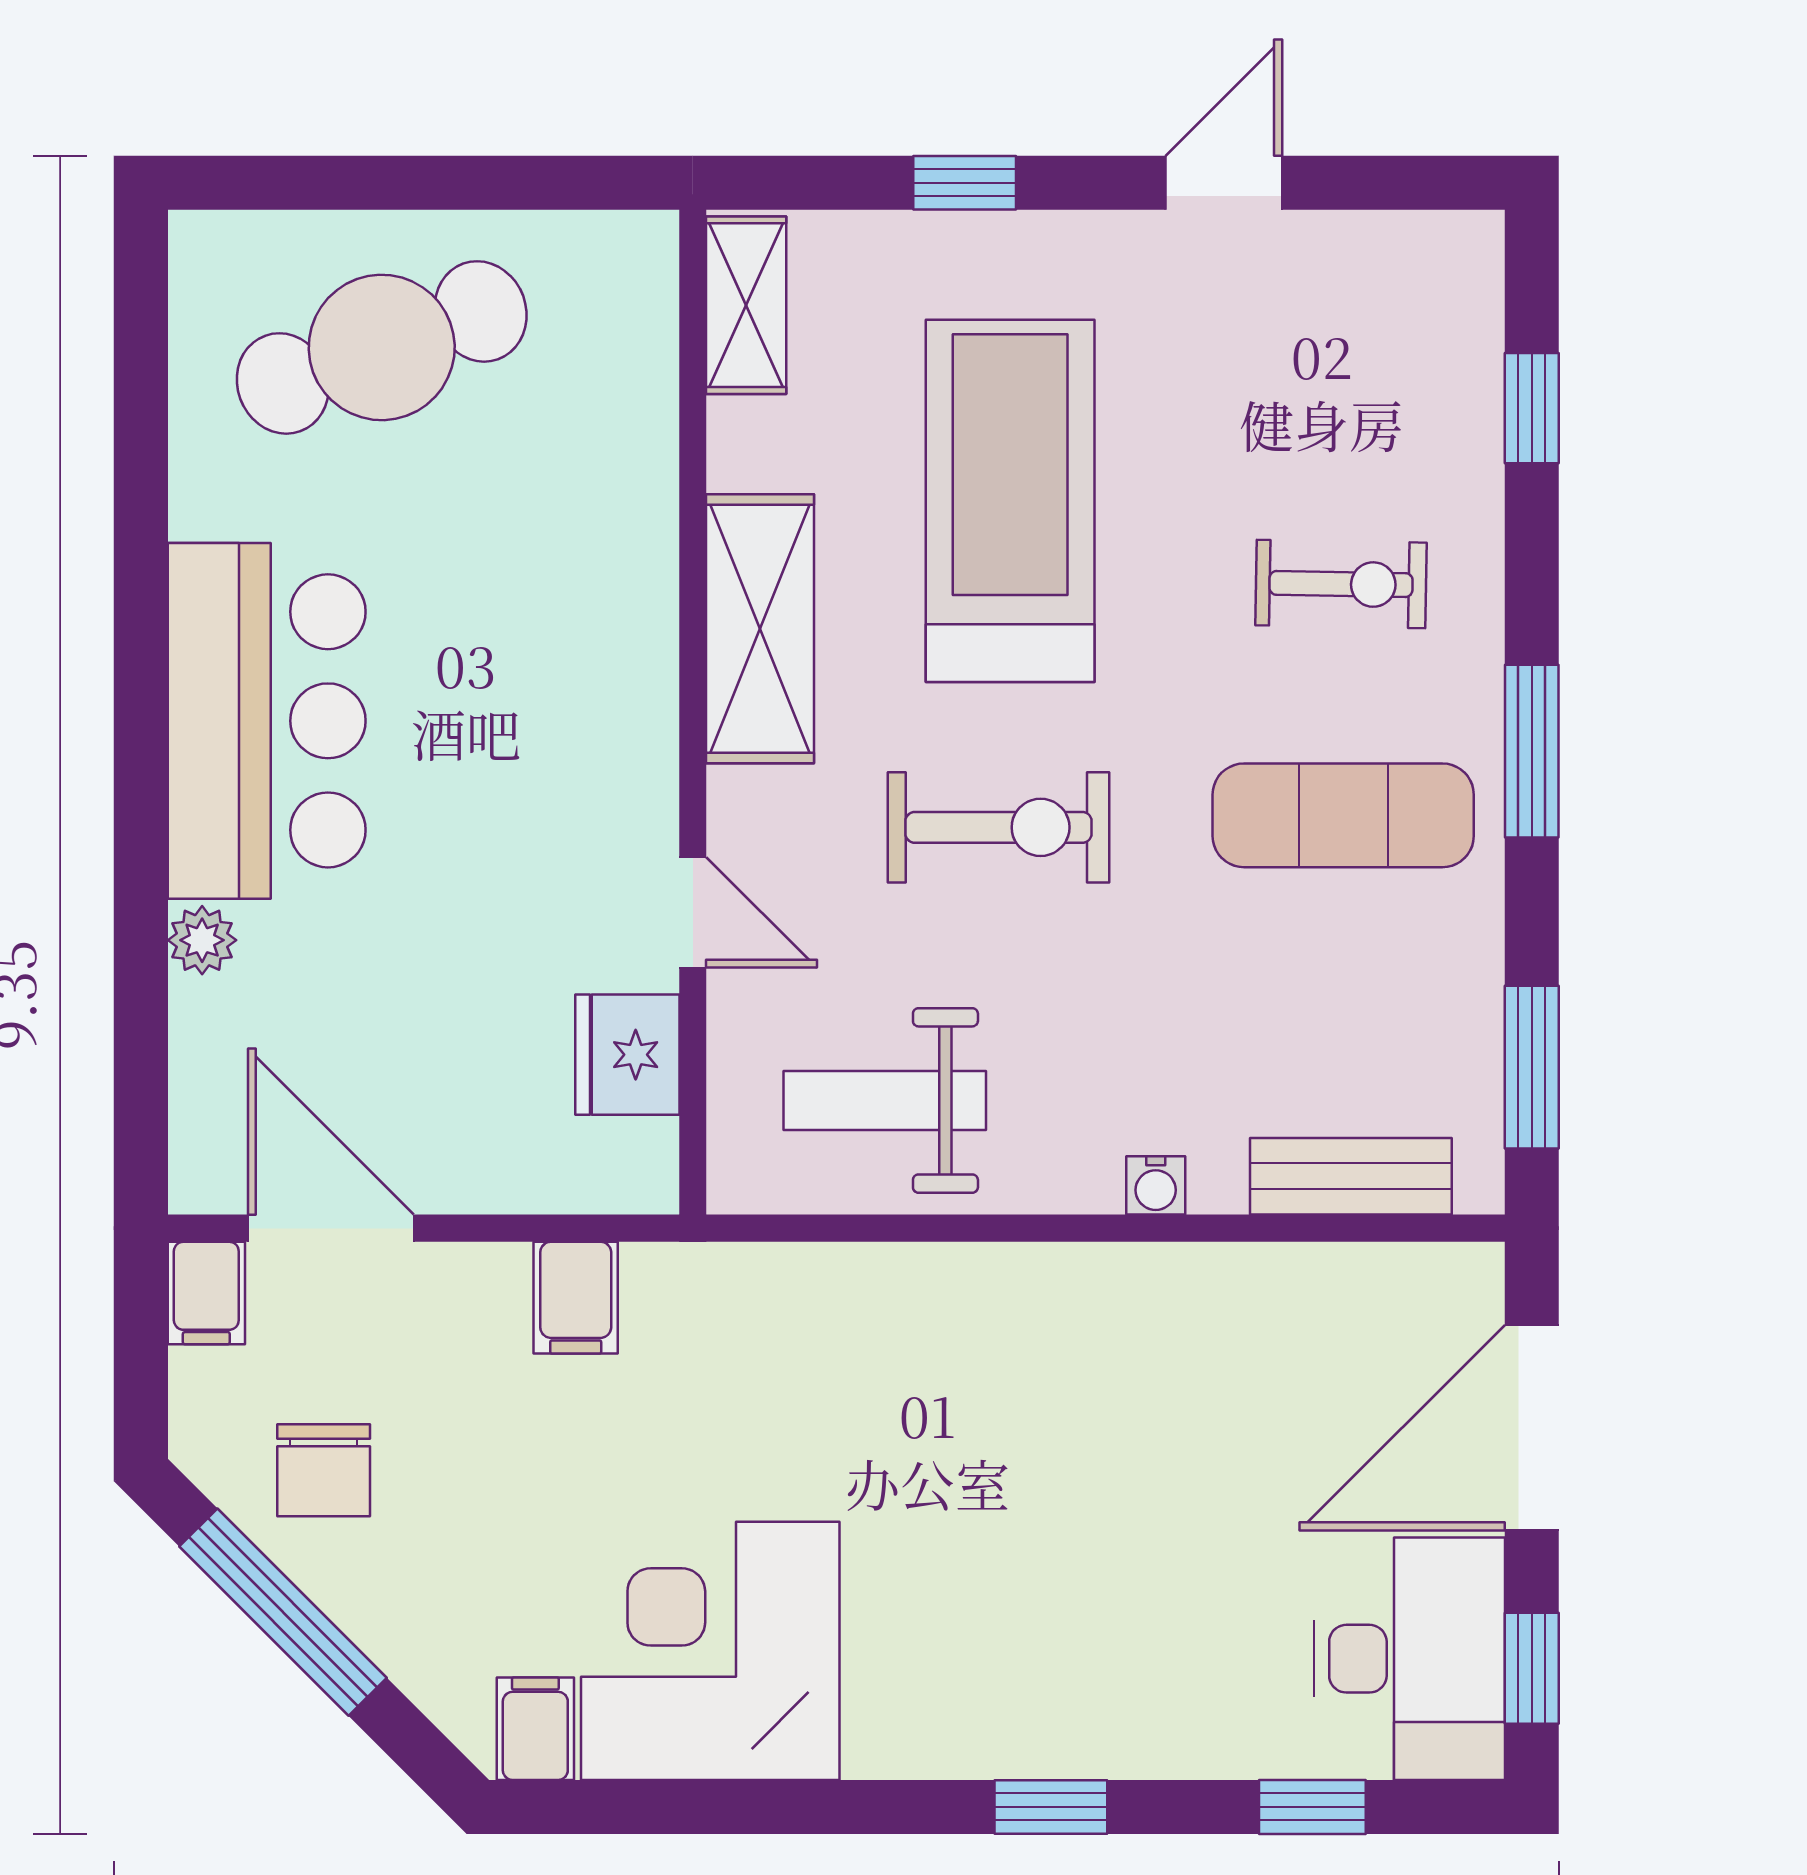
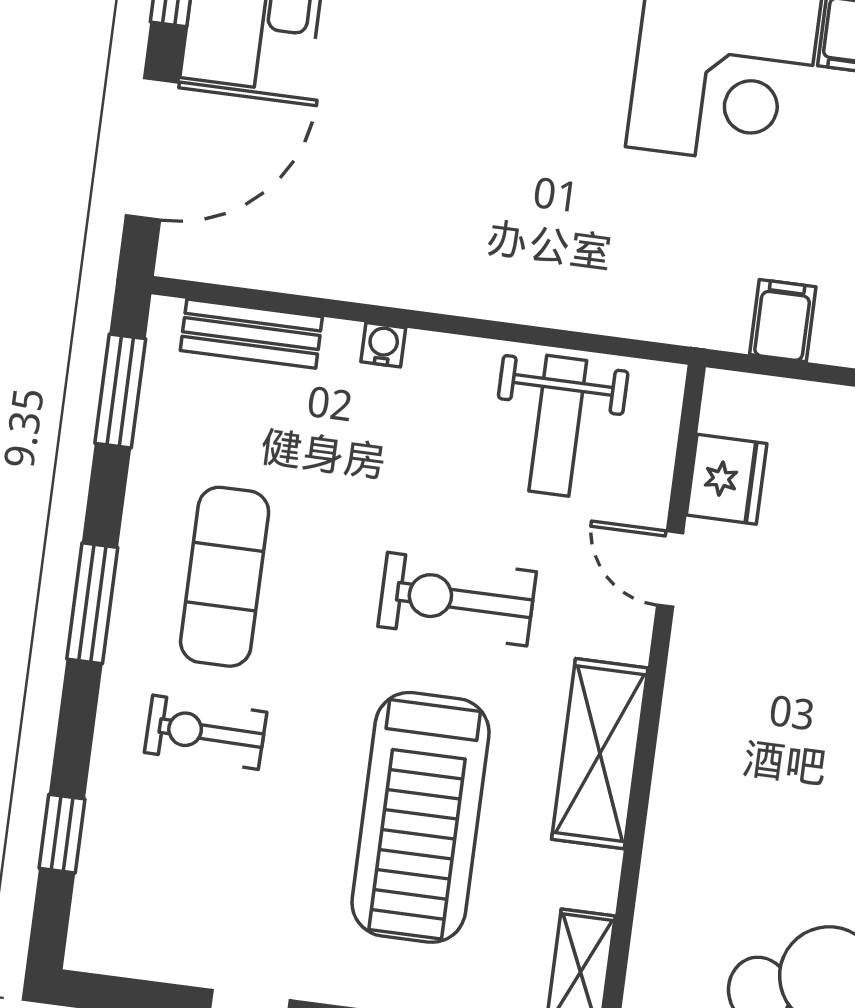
exercise mat: (1343, 815) -> (225, 577), turned 90
weight bench: (885, 1100) -> (558, 426), turned 90

